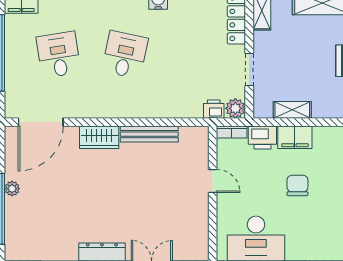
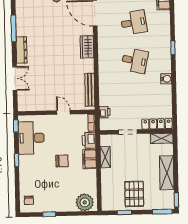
plant: (235, 108) -> (105, 124), removed
bench: (149, 134) -> (90, 90), moved
door: (213, 181) -> (63, 112), swing flipped

